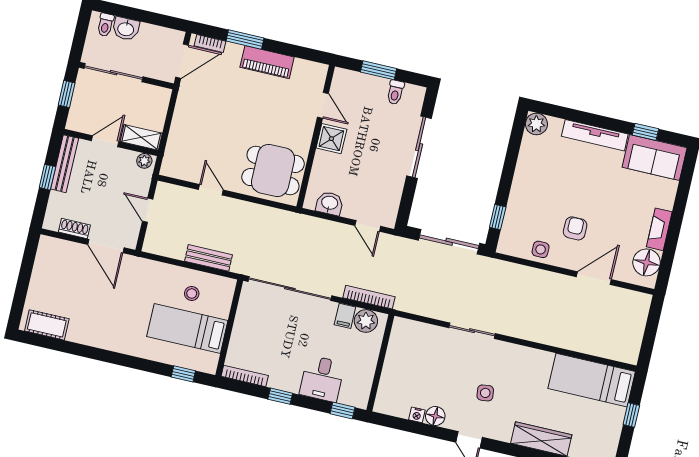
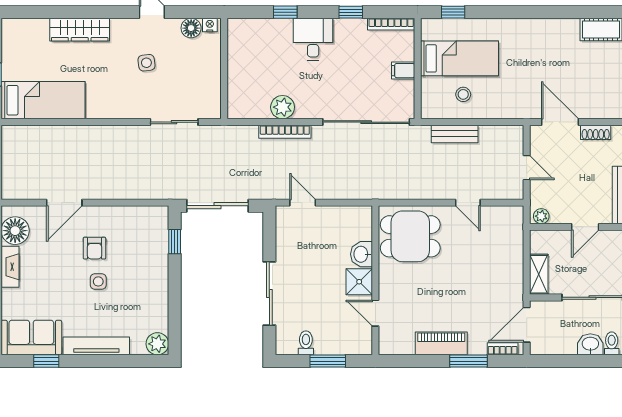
shelving: (141, 137) -> (539, 274), moved, turned 90
washbasin: (330, 203) -> (362, 254), moved, turned 90
side table: (541, 249) -> (98, 281), moved
filing cabinet: (345, 316) -> (403, 71), moved, turned -90
wall: (380, 363) -> (224, 69), moved

